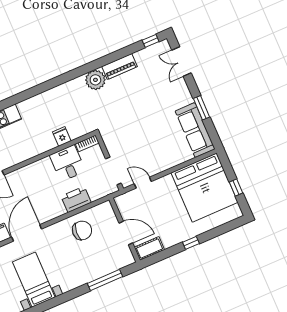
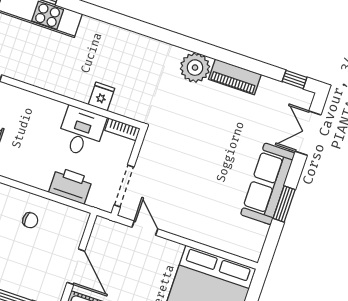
sofa: (195, 130) -> (268, 184), moved
printer: (76, 199) -> (71, 186), moved
chair: (82, 230) -> (30, 220), width x0.54, depth x0.54

